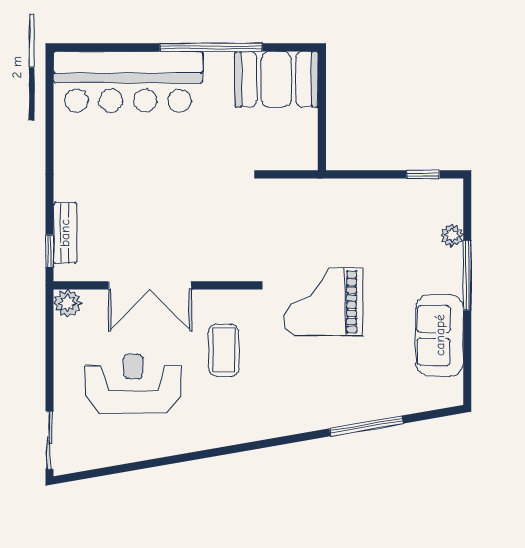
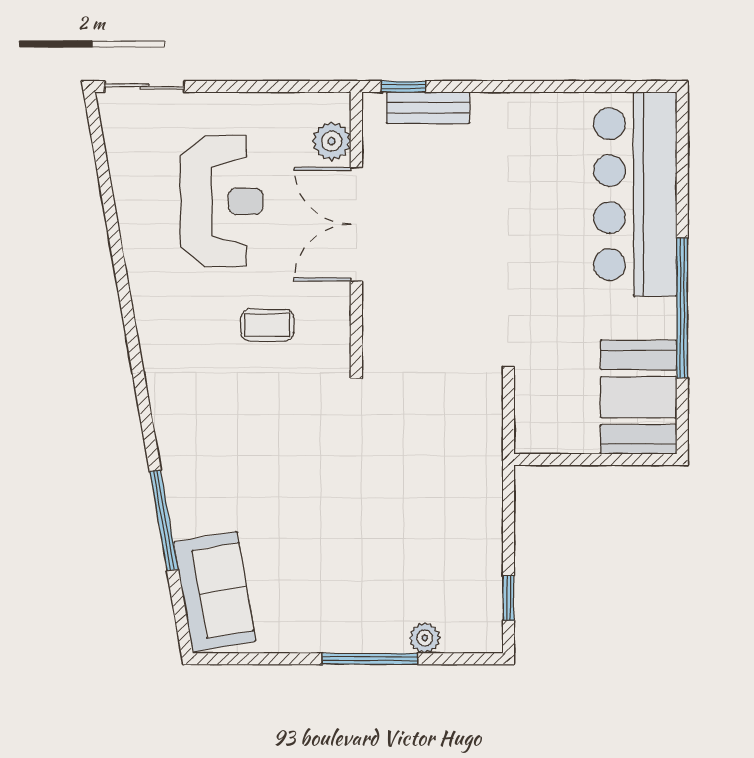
grand piano: (323, 302) -> (334, 461), removed
plant: (68, 303) -> (332, 141), moved
sofa: (440, 335) -> (215, 592), moved, turned 80
coffee table: (224, 350) -> (267, 325), width x0.73, depth x0.77

